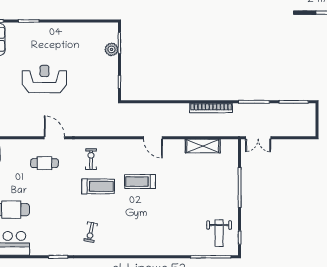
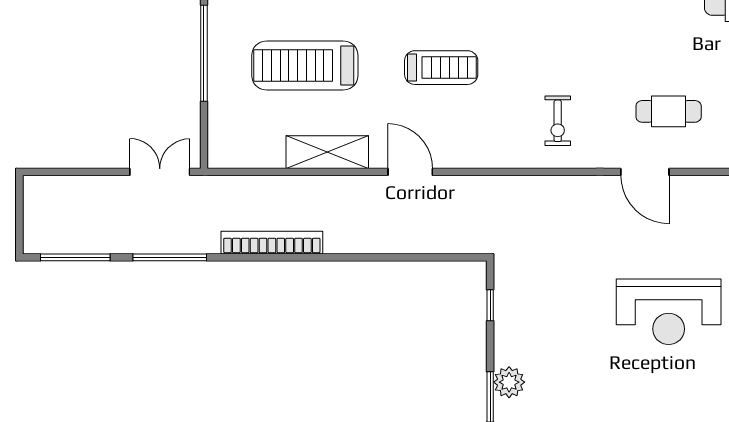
shelving: (203, 146) -> (327, 152), moved
treadmill: (98, 186) -> (305, 65), moved, width x1.37, depth x1.38

